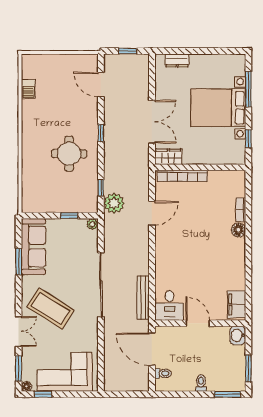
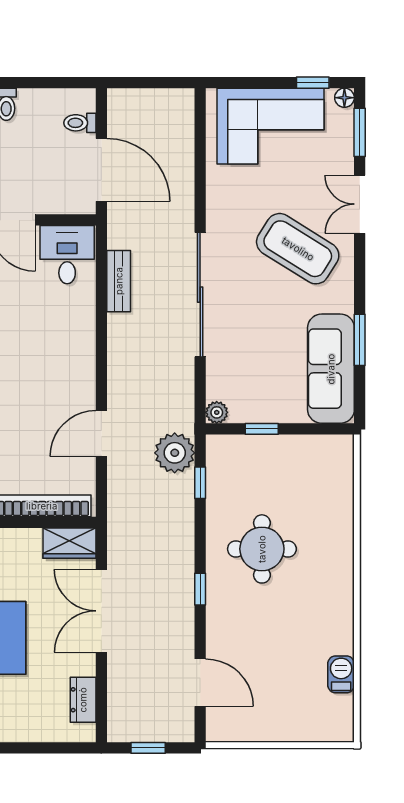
dresser: (177, 60) -> (83, 700), moved, turned -90
bench: (143, 297) -> (119, 281), width x0.73

